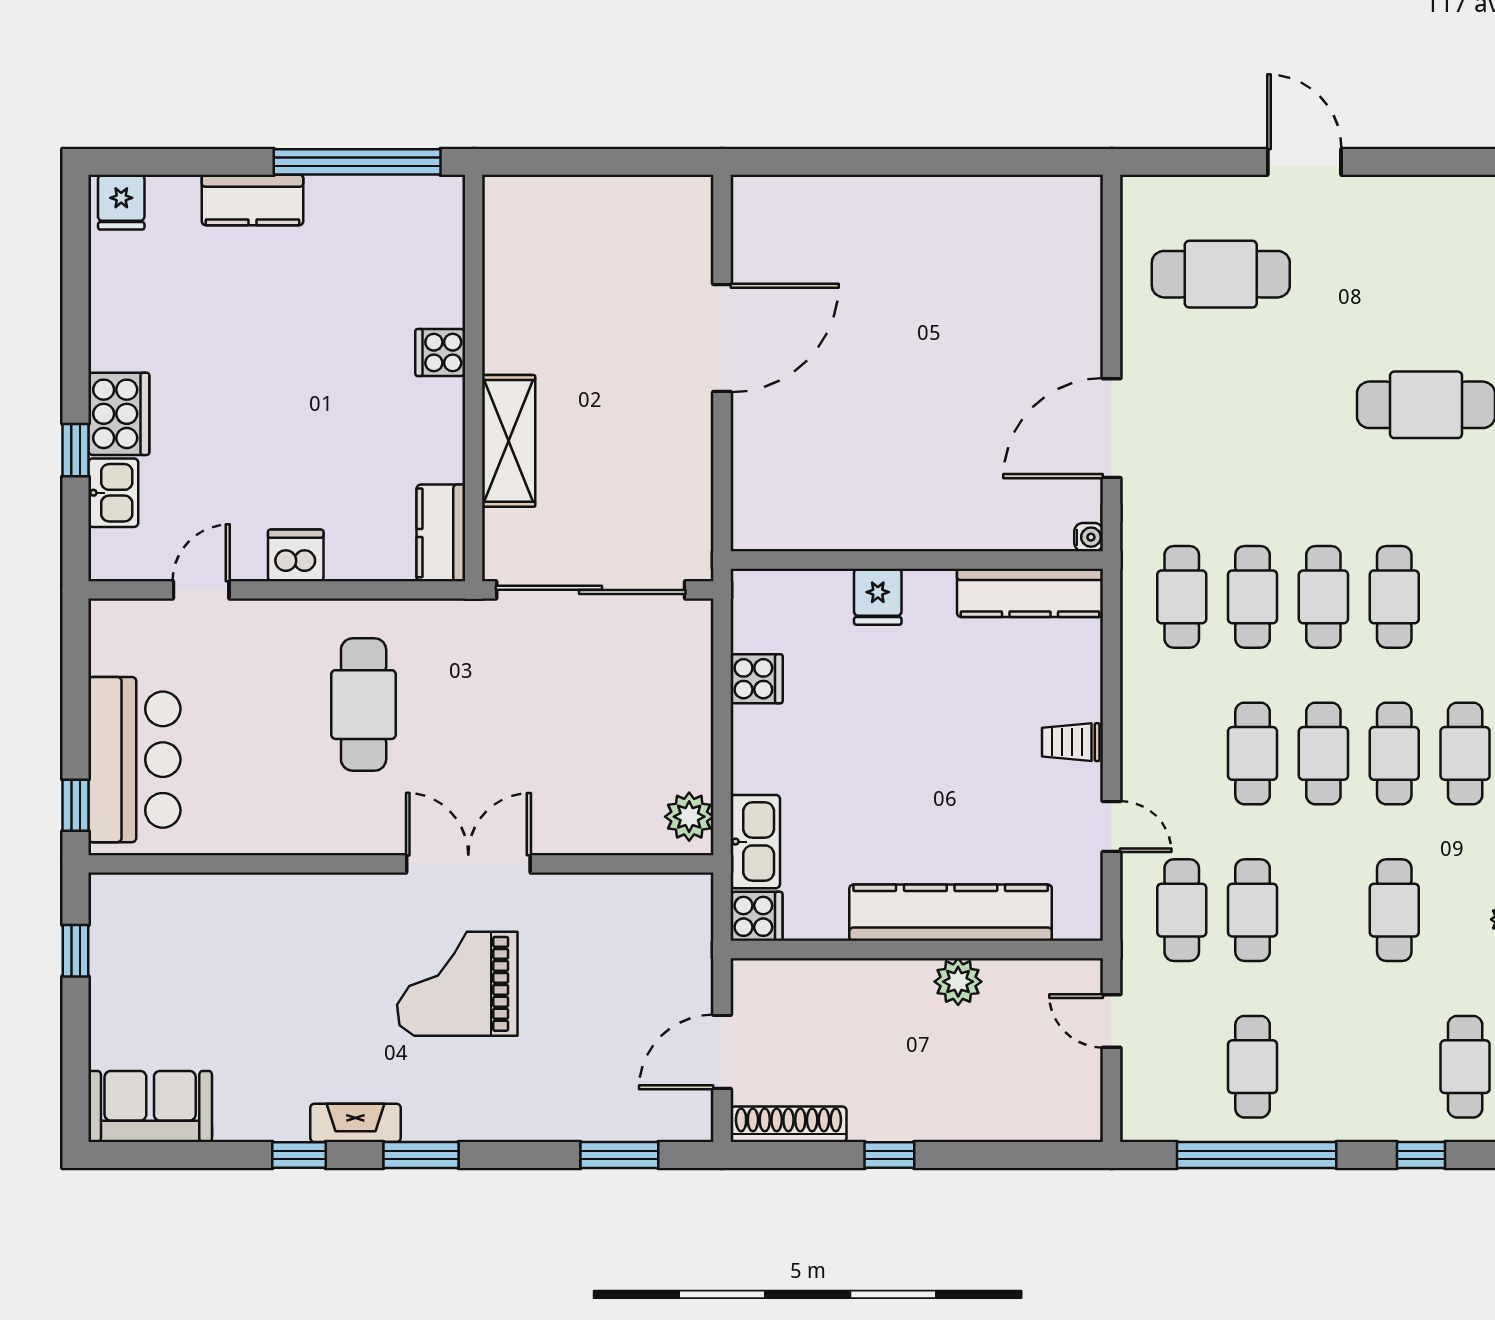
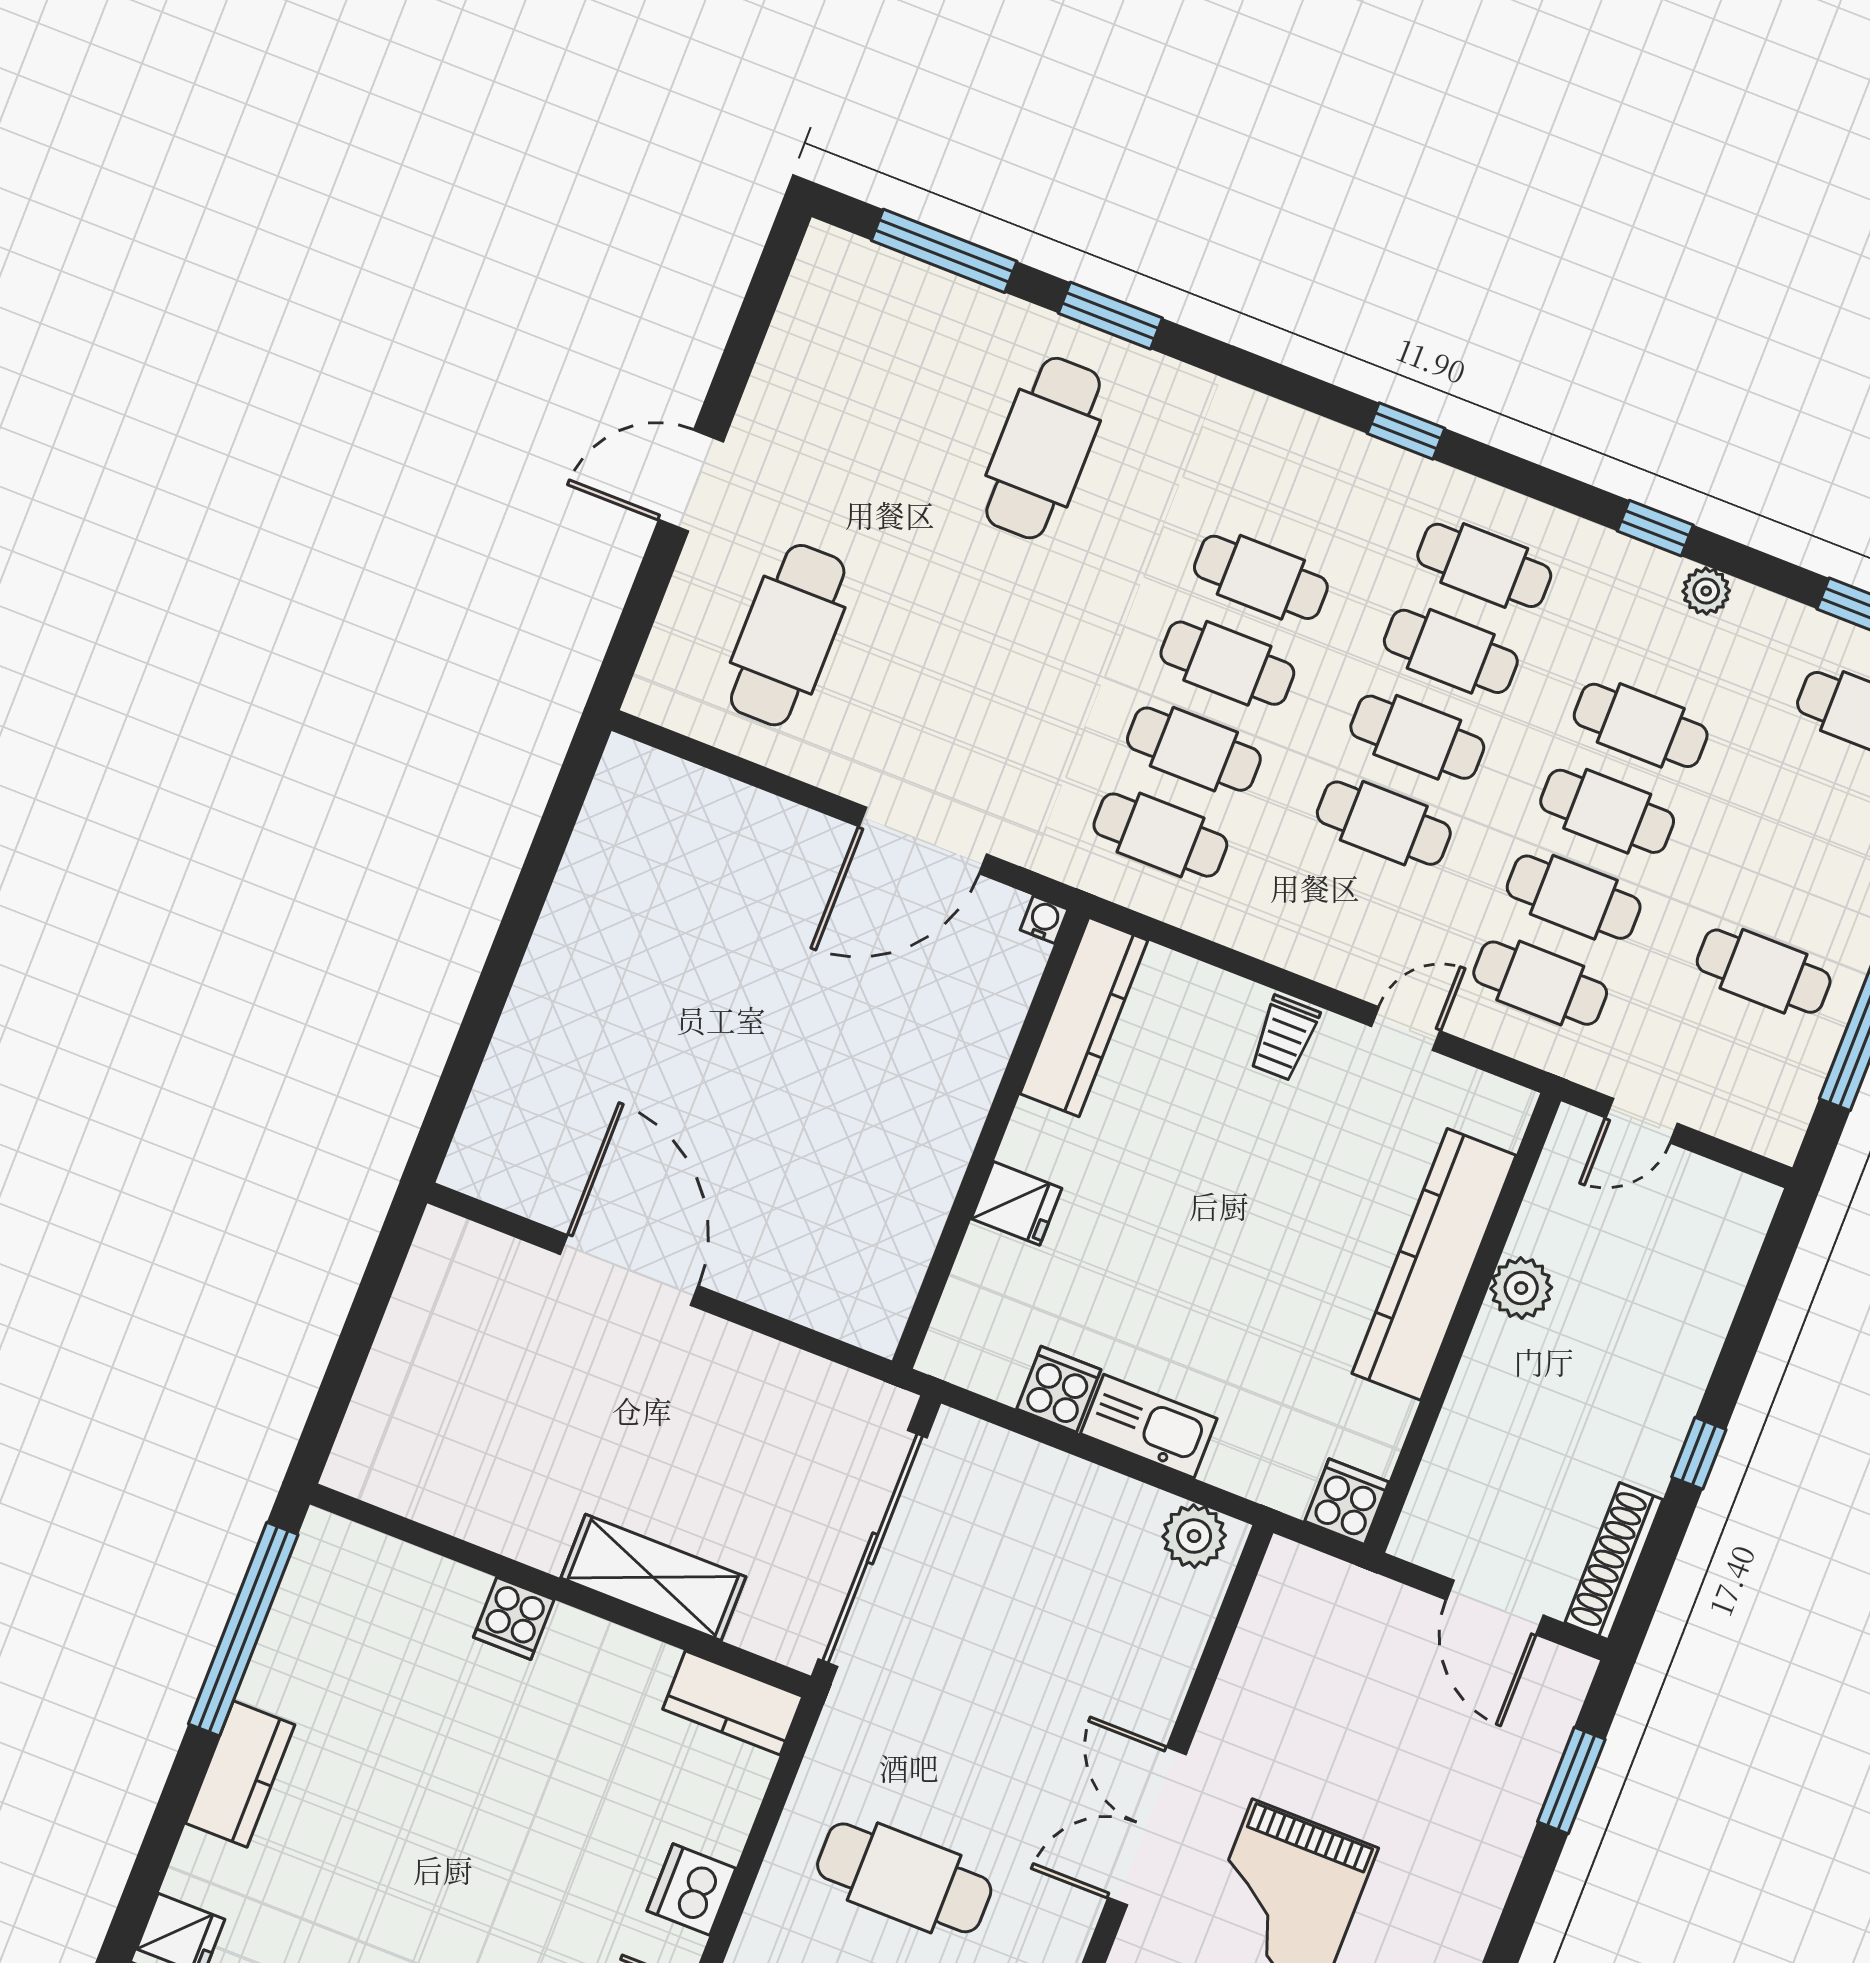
door: (1112, 428) -> (923, 840), hinge flipped
kitchen sink: (755, 842) -> (1149, 1426), moved
cafe table: (1323, 910) -> (1607, 811), added

